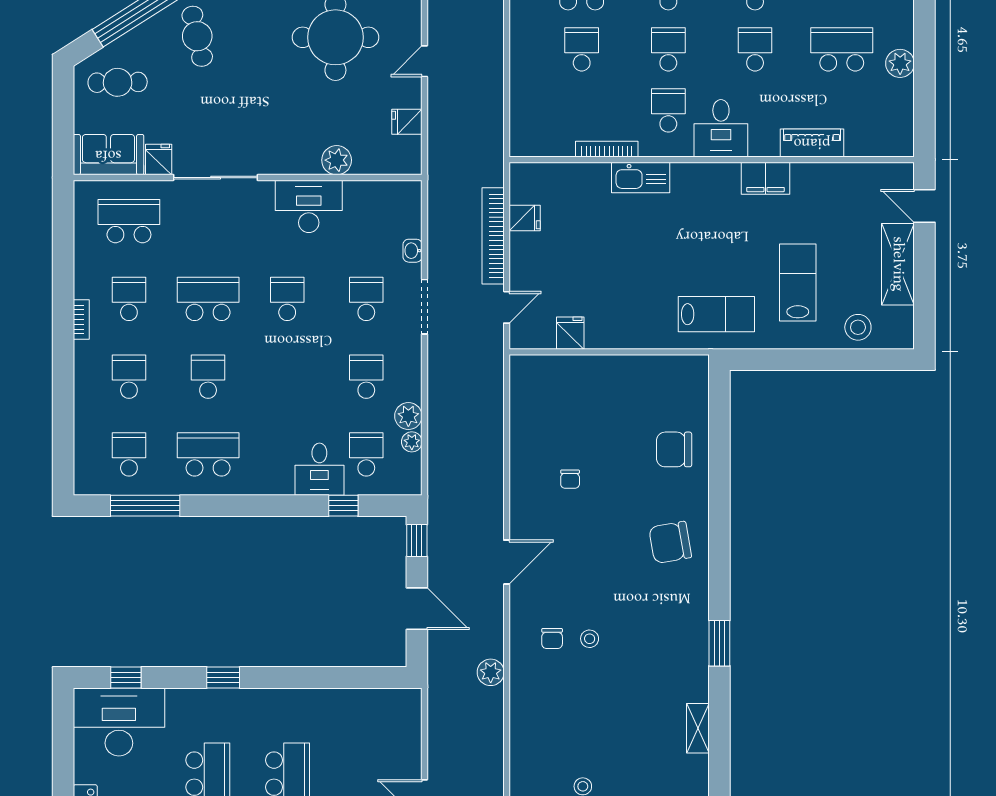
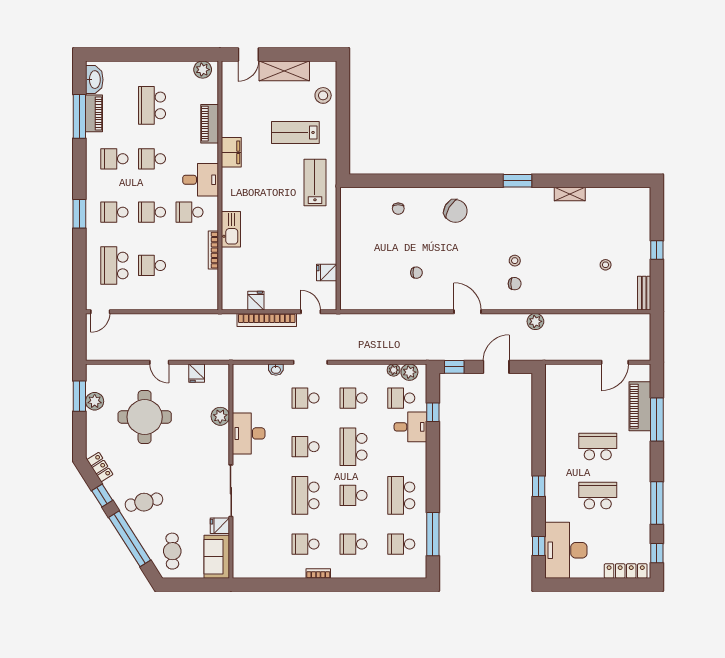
plant: (900, 63) -> (203, 70), moved
school desk: (129, 221) -> (353, 447), moved
plant: (408, 416) -> (409, 372), moved
chair: (674, 449) -> (398, 209), width x0.54, depth x0.54
chair: (670, 542) -> (455, 211), turned -49

